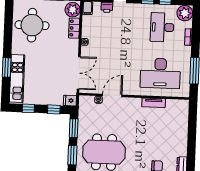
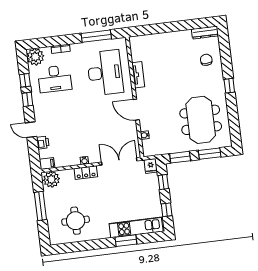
round table: (32, 25) -> (76, 221), width x0.73, depth x0.73
locker: (74, 28) -> (86, 173), moved
door: (112, 95) -> (136, 110), moved

